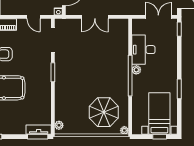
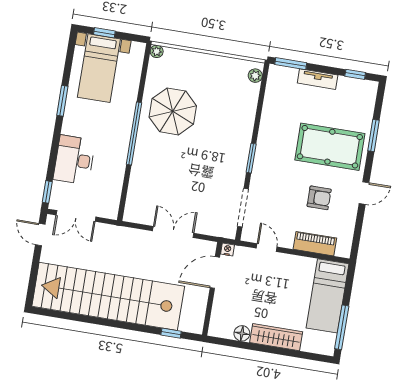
desk: (143, 50) -> (74, 160), moved, turned 180
plant: (136, 70) -> (123, 141), removed
parasol: (104, 112) -> (173, 111), moved
tv unit: (39, 130) -> (318, 79), moved

